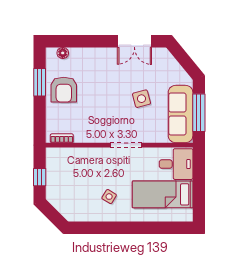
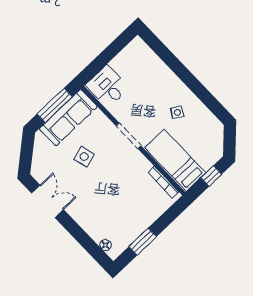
armchair: (64, 90) -> (131, 219), removed
bookcase: (62, 138) -> (163, 182), width x1.56
bed: (163, 194) -> (175, 160), moved, turned 180

